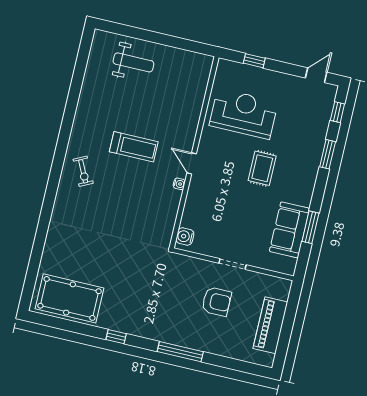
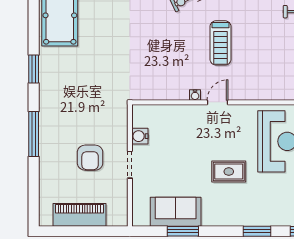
water cooler: (185, 236) -> (140, 136), moved, turned -90
window: (116, 337) -> (34, 69), width x1.50

